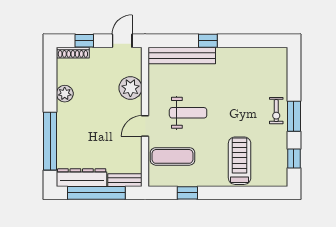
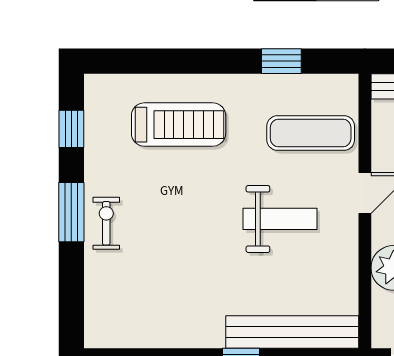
weight bench: (188, 113) -> (280, 219), turned 180
treadmill: (240, 161) -> (179, 125), turned -90

